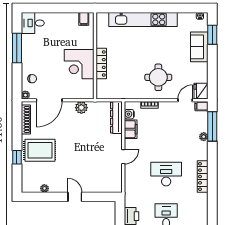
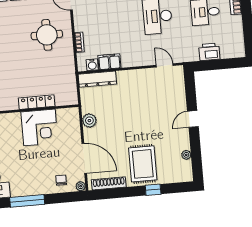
door: (123, 157) -> (165, 65), moved

